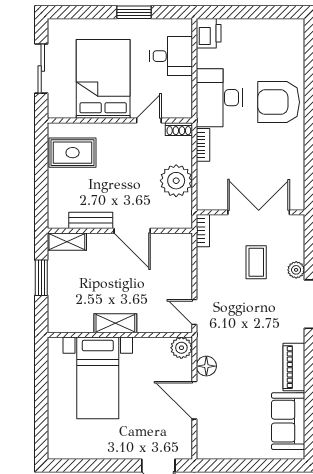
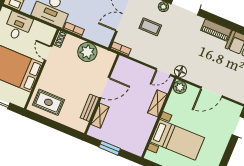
rug: (73, 153) -> (48, 102), turned 90
shelving: (67, 242) -> (100, 116), moved
shelving: (115, 323) -> (157, 103), moved
floor lamp: (206, 366) -> (180, 71), moved

